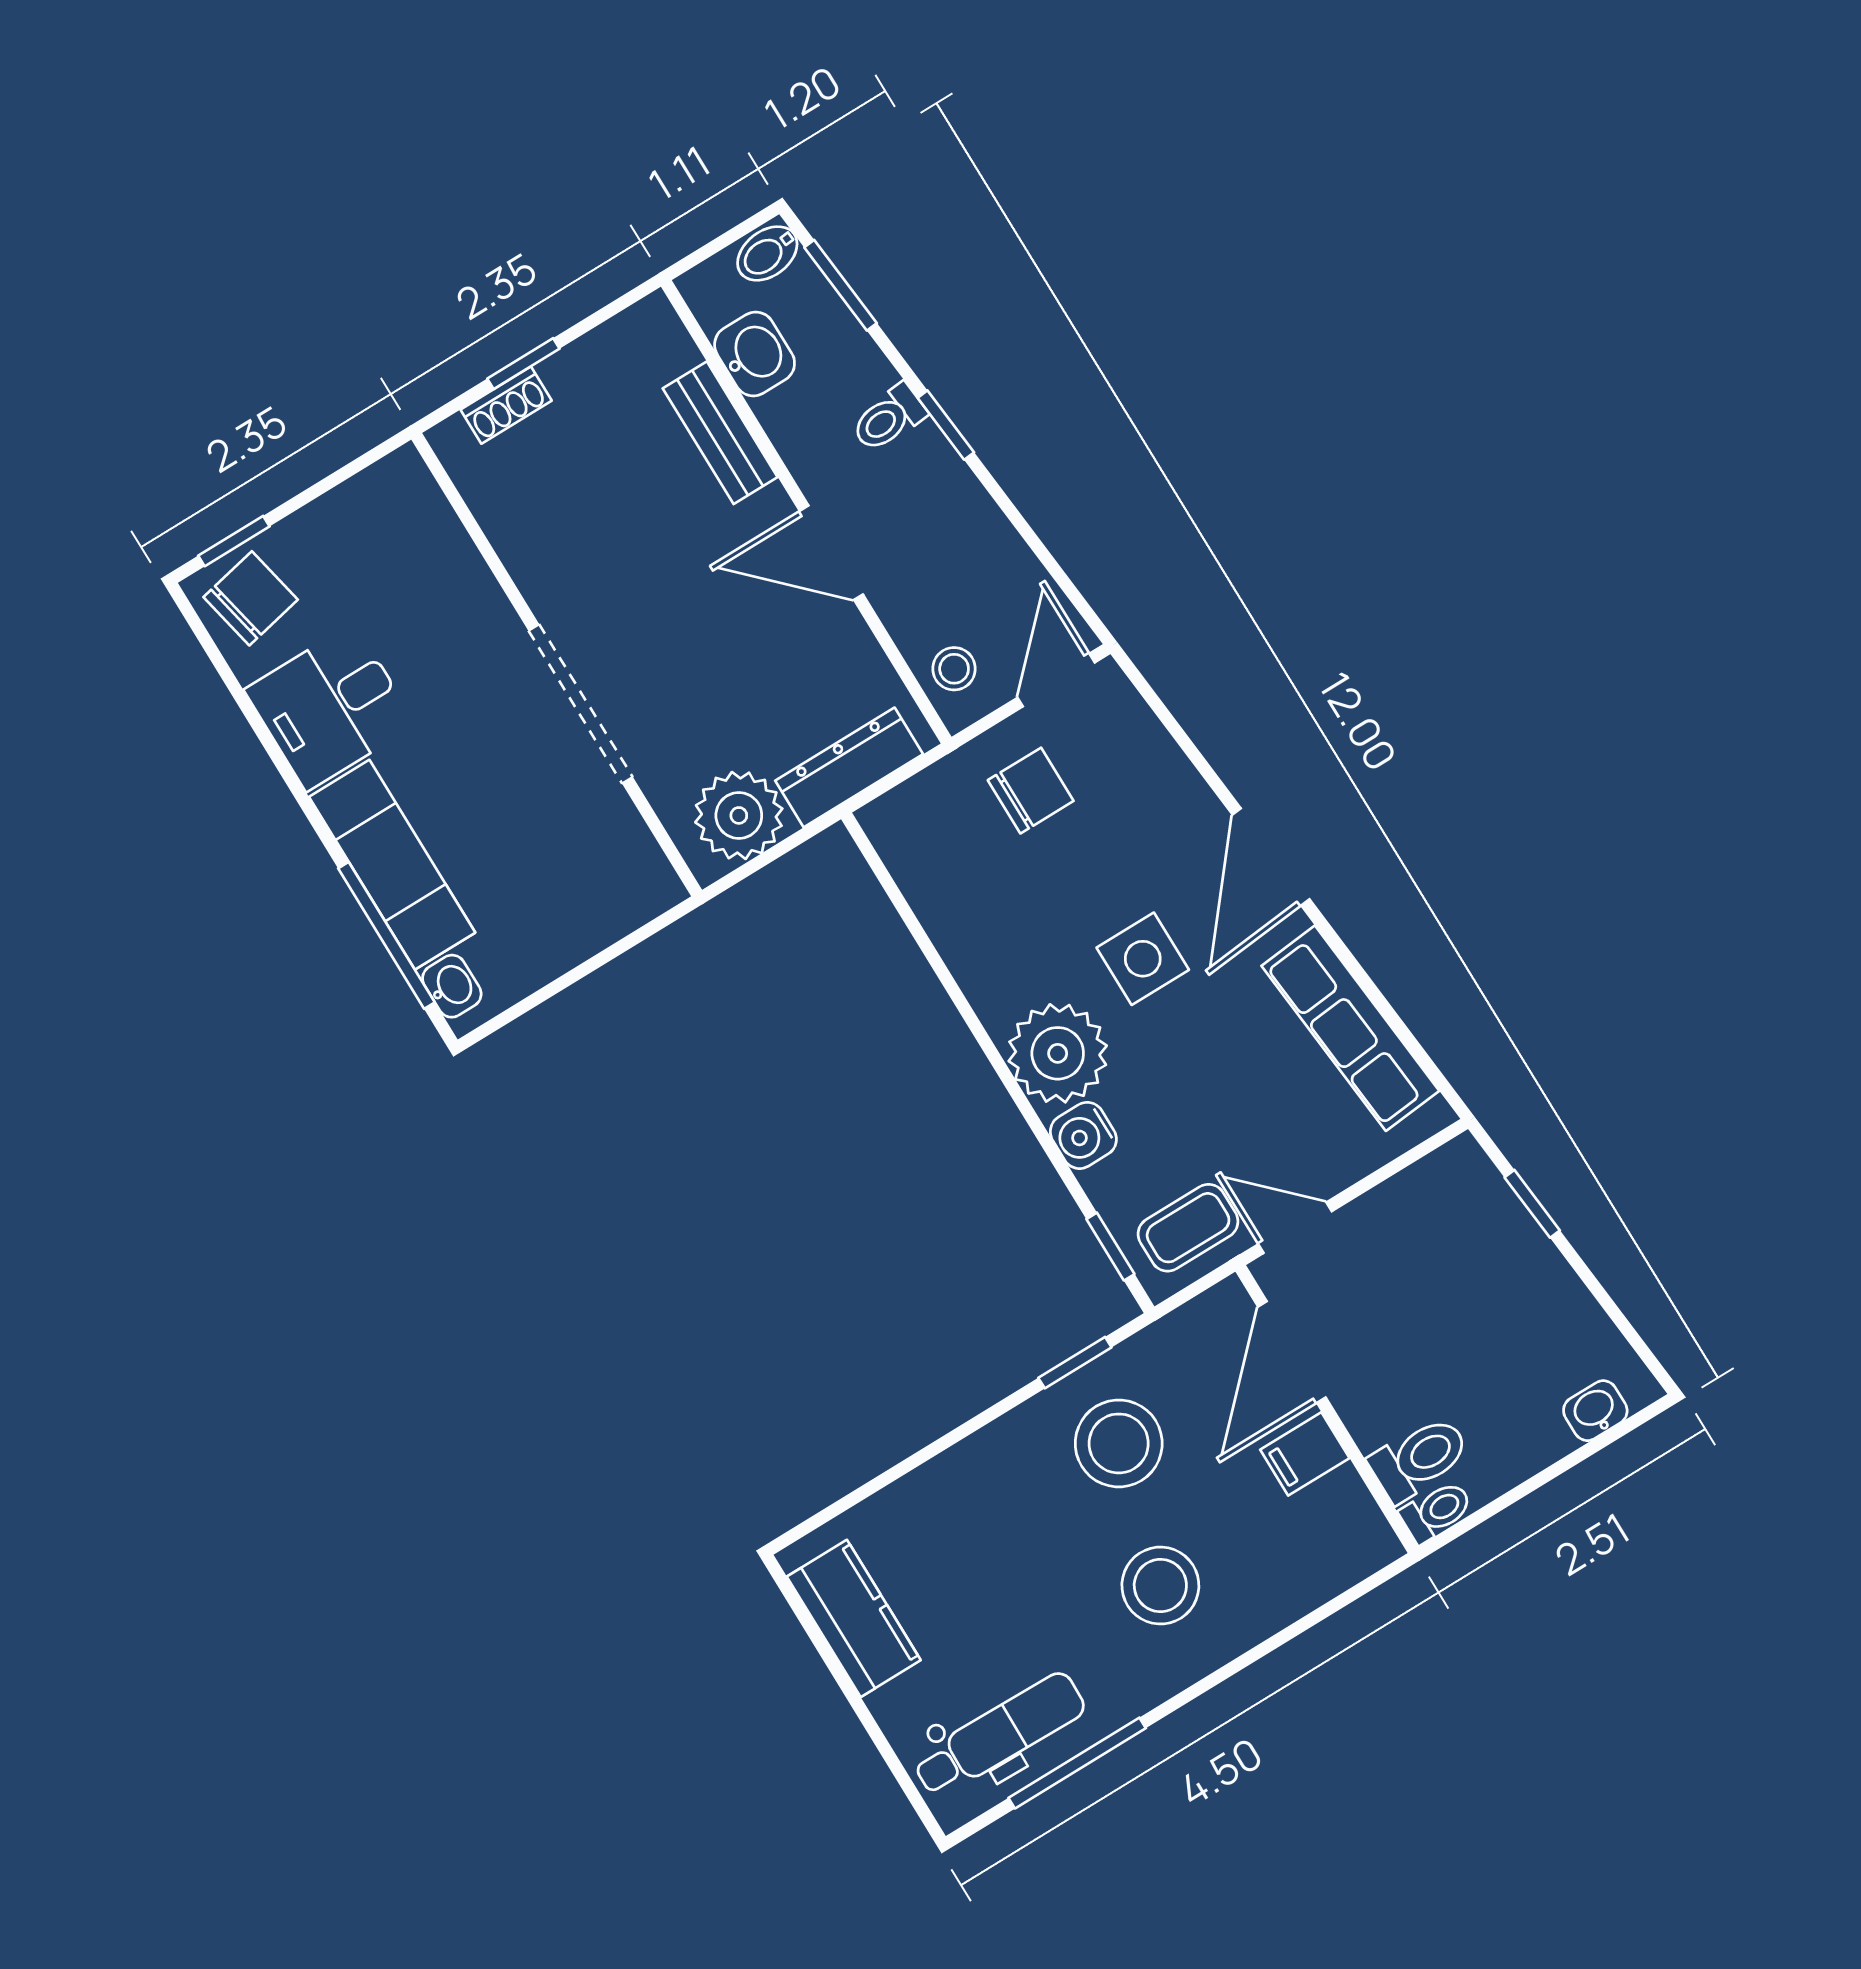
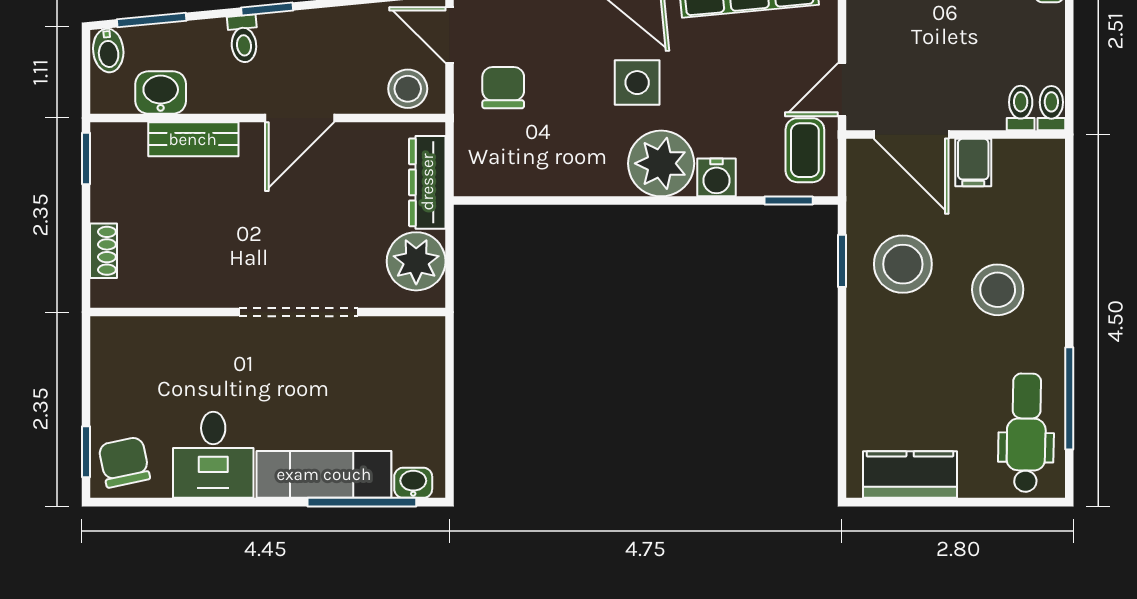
window: (523, 364) -> (86, 158), moved
stool: (954, 669) -> (408, 89), width x1.37, depth x1.37
toilet: (1419, 1459) -> (1021, 108), width x0.73, depth x0.72

